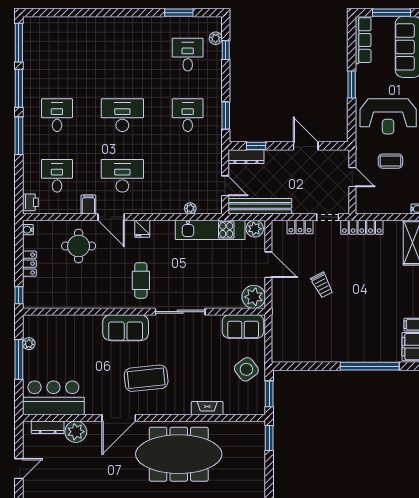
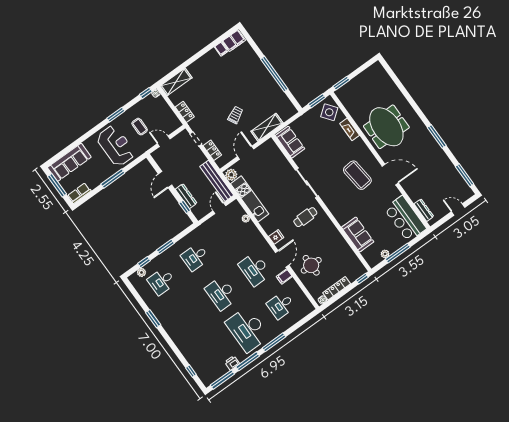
window: (56, 13) -> (191, 371), added
window: (179, 13) -> (153, 319), moved
row of seats: (363, 40) -> (79, 193), width x0.68
window: (352, 85) -> (113, 179), width x1.44
desk: (57, 115) -> (247, 330), width x1.87, depth x1.30
window: (226, 115) -> (165, 247), moved
dresser: (246, 157) -> (186, 196), moved
door: (352, 177) -> (164, 141), hinge flipped
printer: (30, 202) -> (232, 363), moved
locker: (362, 227) -> (185, 112), width x0.66
locker: (29, 264) -> (337, 288), width x1.53
plant: (254, 297) -> (269, 148), removed
shelving: (281, 312) -> (267, 127), added
sofa: (126, 328) -> (358, 235), moved
window: (370, 366) -> (274, 74), moved
side table: (246, 369) -> (329, 112), moved
plant: (76, 432) -> (415, 193), removed
meeting table: (179, 454) -> (386, 127), width x0.73

